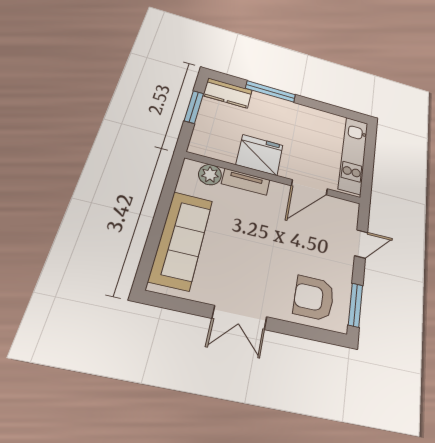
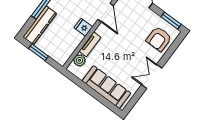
kitchen counter: (228, 93) -> (40, 25), width x1.50
fridge: (260, 155) -> (83, 27), width x0.53, depth x0.75
double door: (240, 318) -> (152, 76), swing flipped

